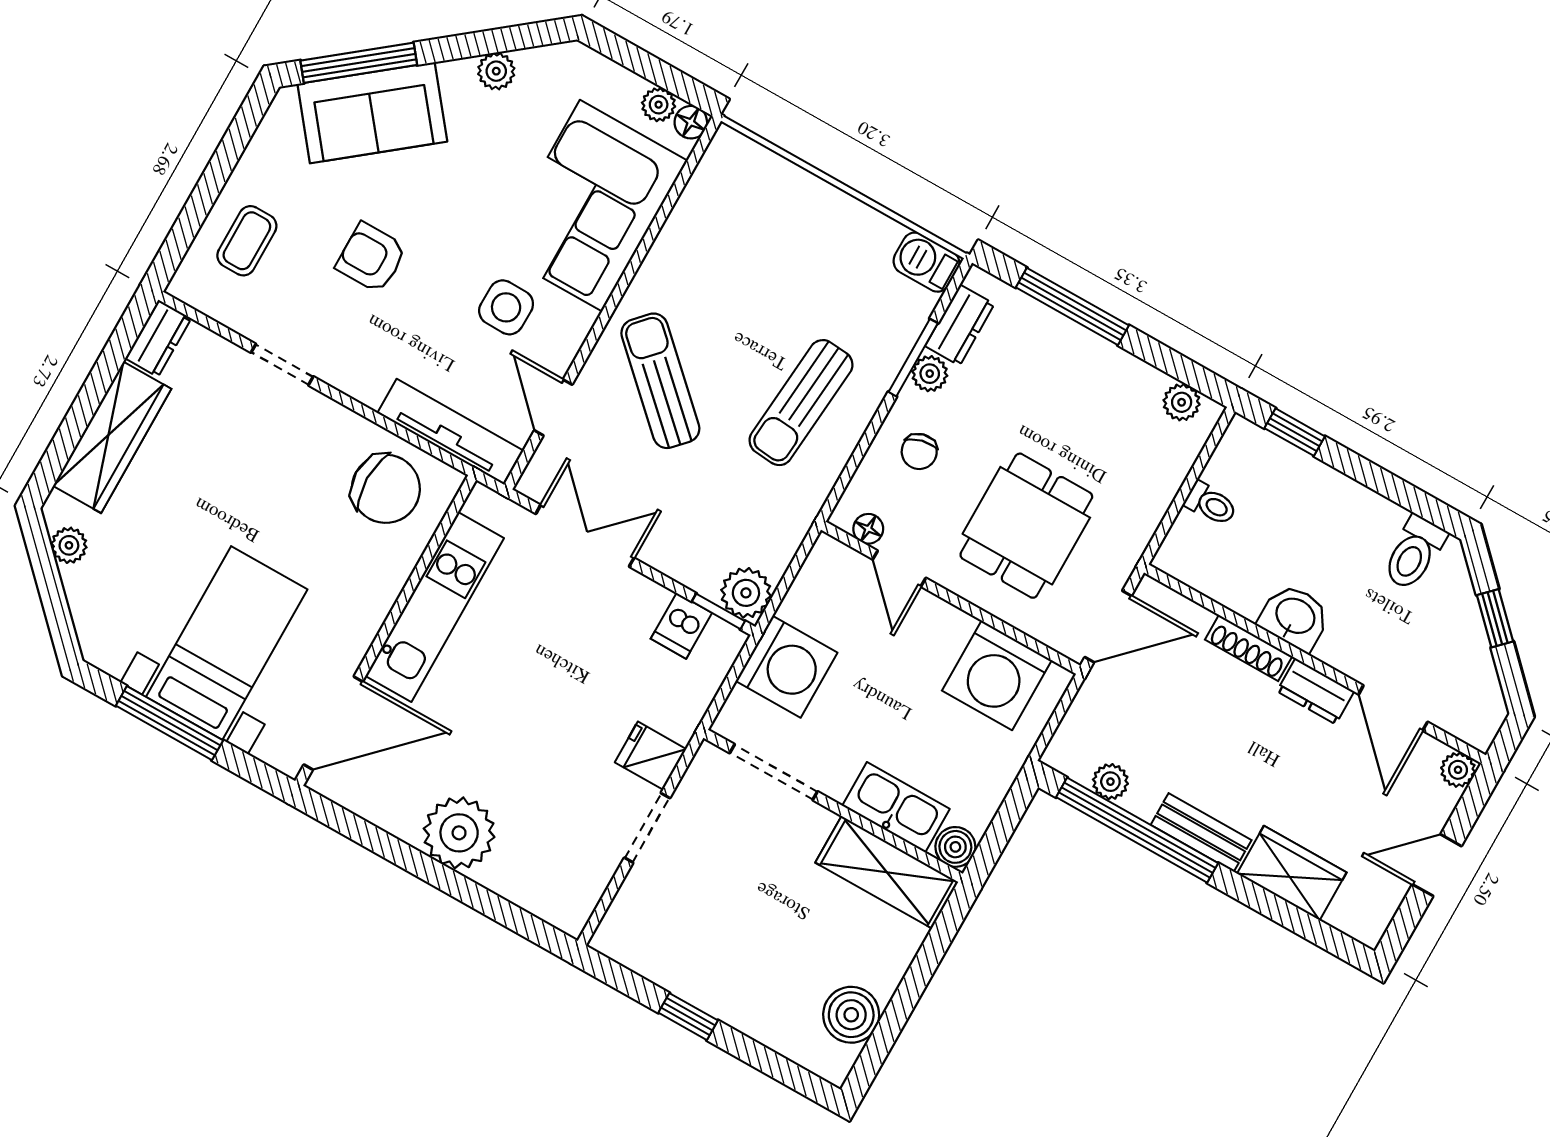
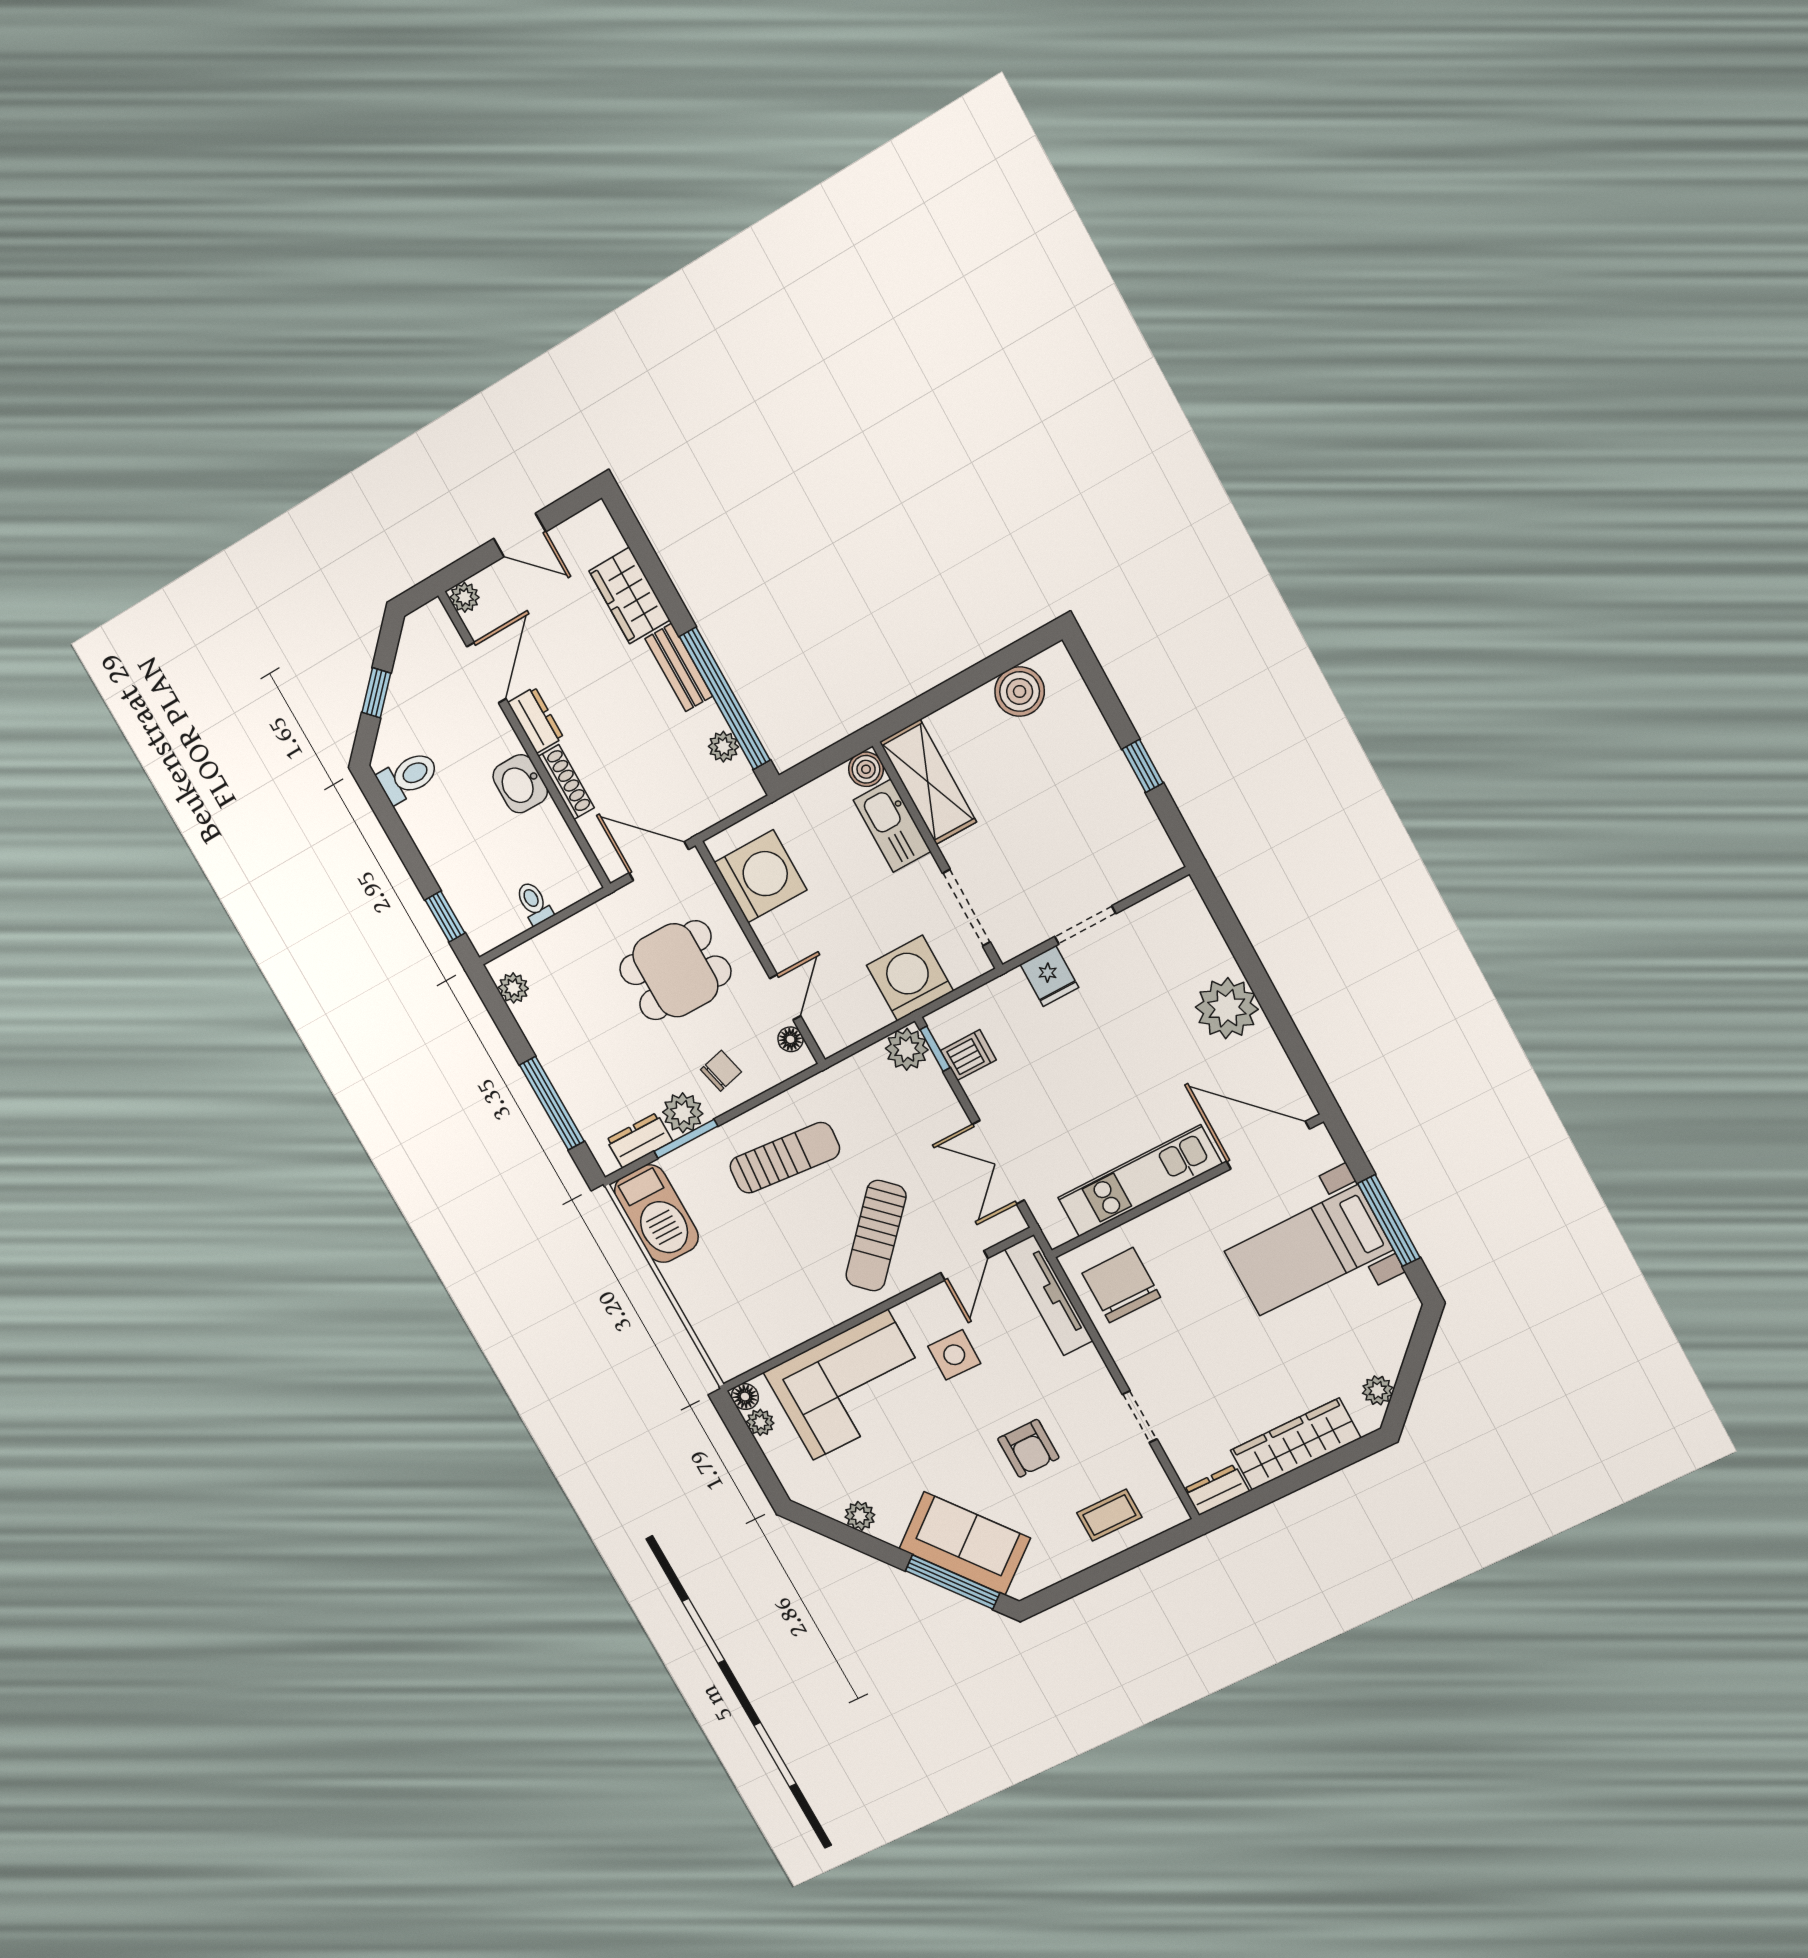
barbecue: (926, 262) -> (656, 1214), width x1.88, depth x1.53
plant: (930, 374) -> (683, 1113), width x1.38, depth x1.38

